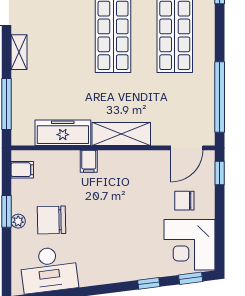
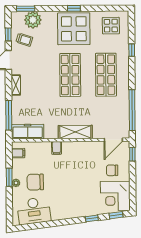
freezer: (63, 133) -> (28, 132), moved

